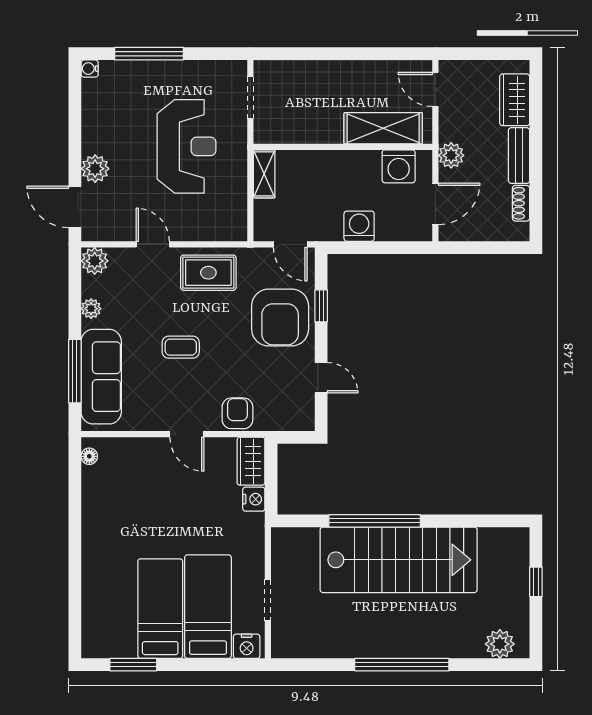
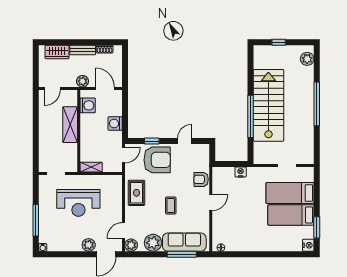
shelving: (383, 128) -> (70, 125), moved
reception desk: (186, 146) -> (78, 203), turned 180
door: (153, 244) -> (123, 230), moved
plant: (91, 309) -> (153, 243), width x1.87, depth x1.87
wardrobe: (251, 461) -> (223, 173), removed
nightstand: (247, 646) -> (308, 245), moved

